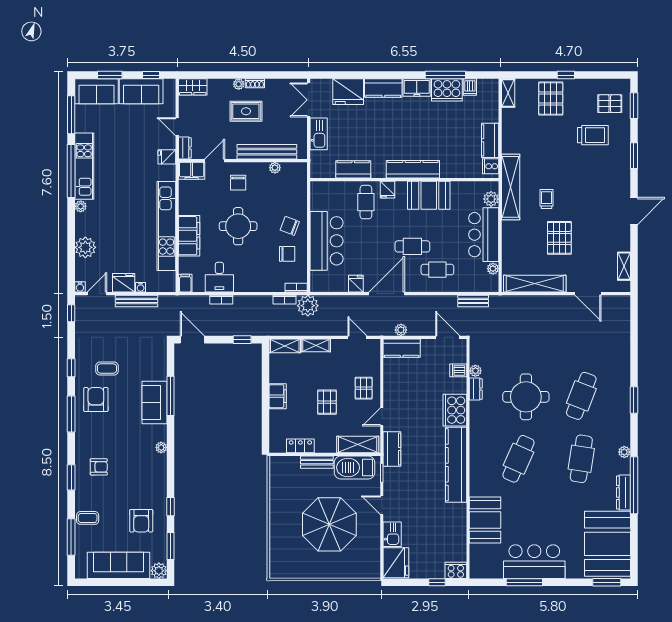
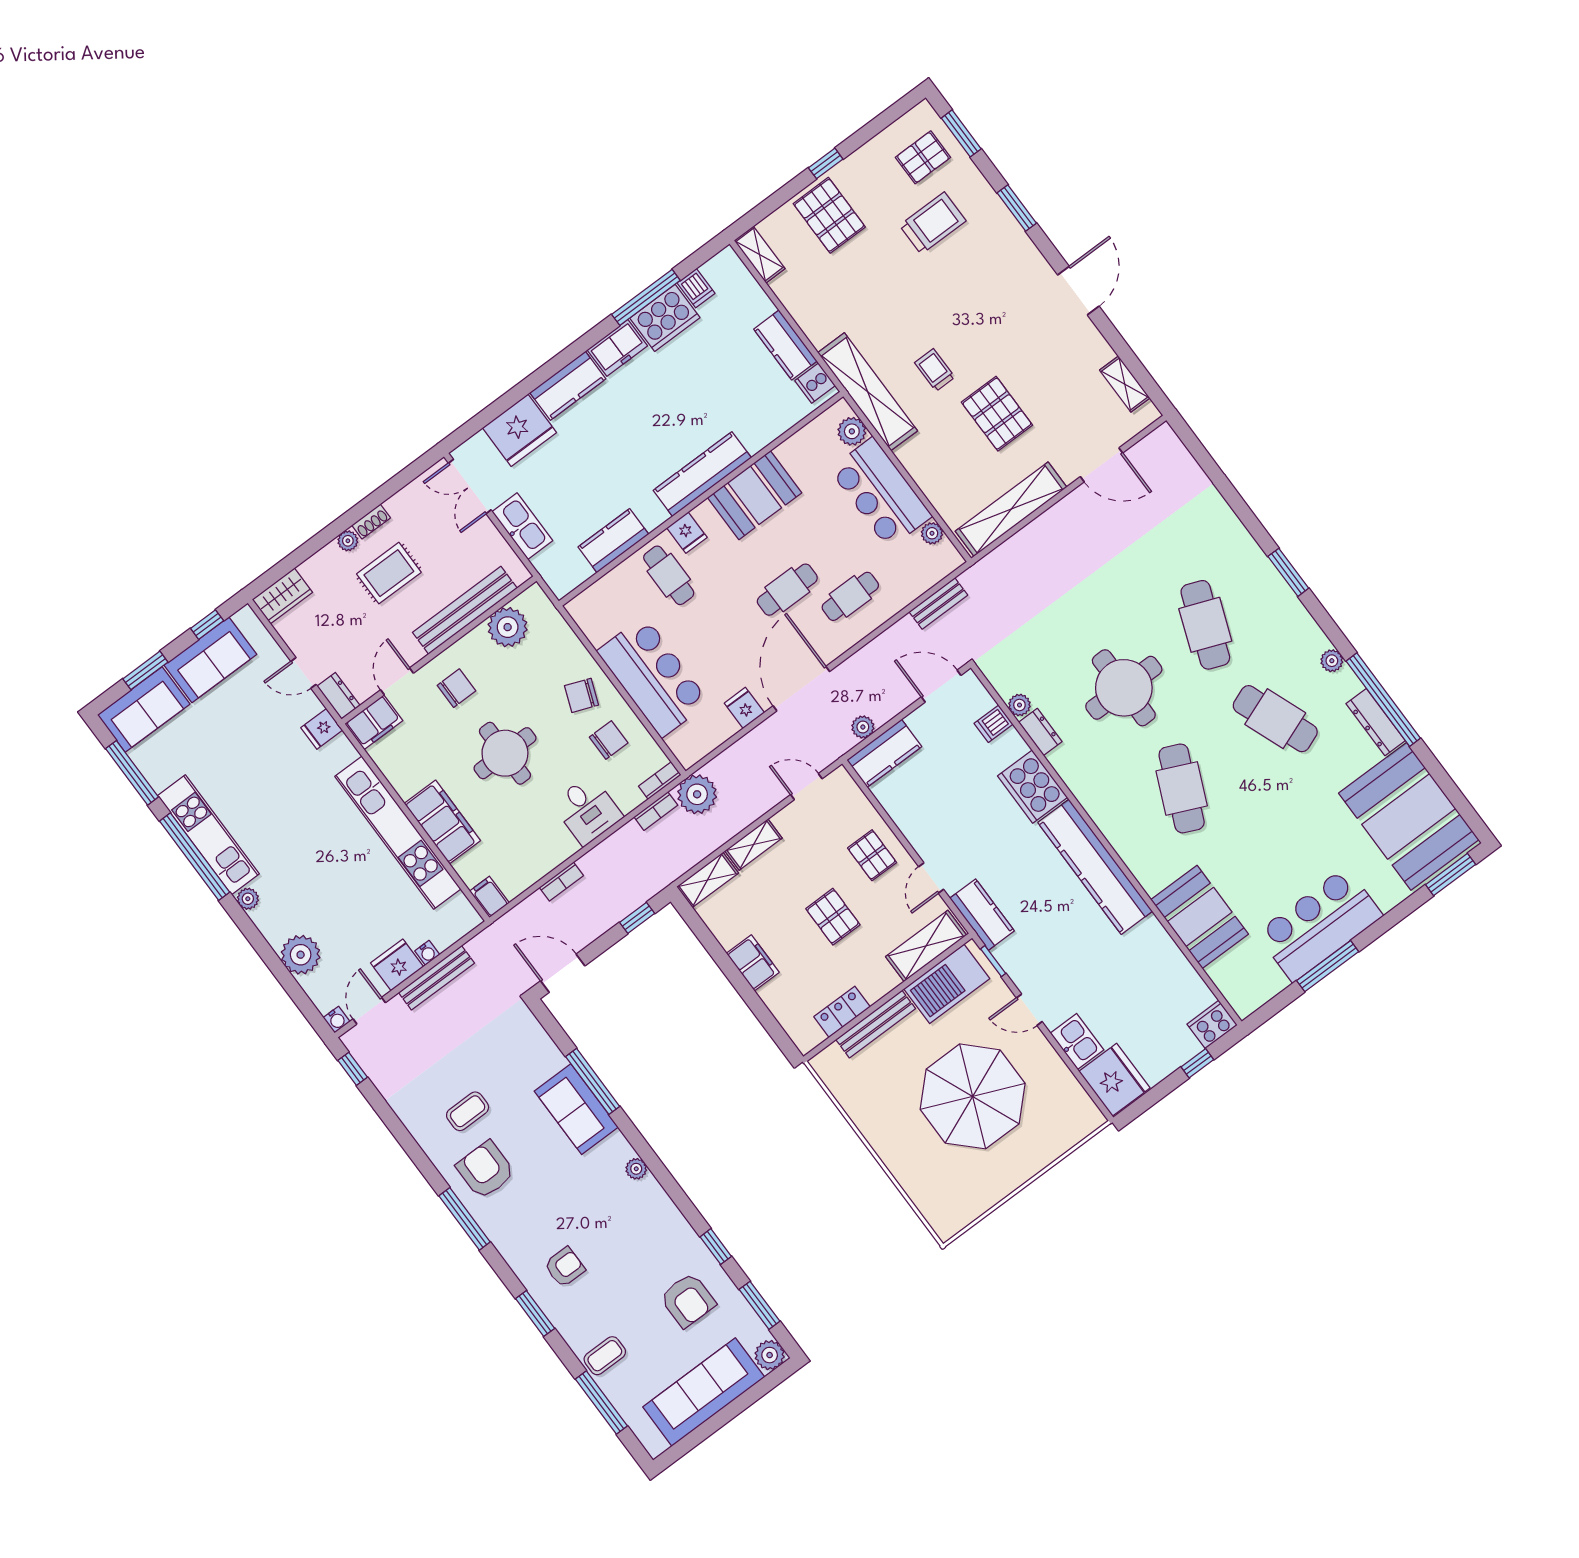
plant: (275, 168) -> (508, 627), width x1.87, depth x1.87
chair: (238, 183) -> (456, 688), turned -90
desk: (219, 277) -> (587, 810), moved
window: (71, 368) -> (413, 1150), removed
cafe table: (581, 459) -> (1275, 719), turned -30
bench: (317, 462) -> (876, 1024), width x1.36

